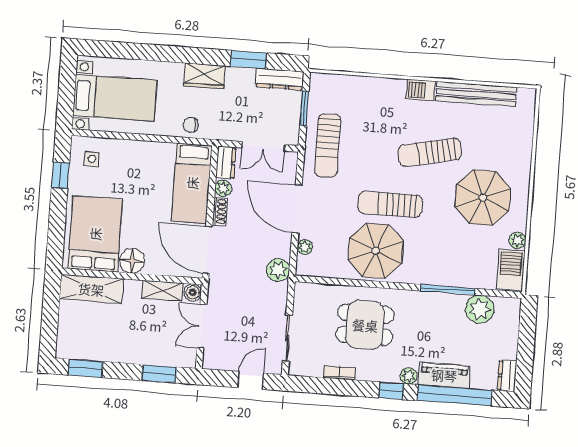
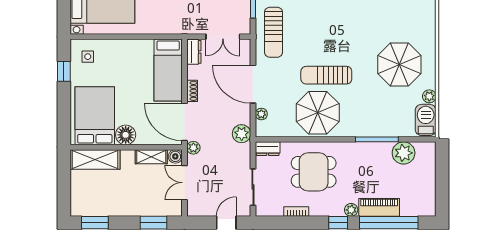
chair: (191, 125) -> (164, 24), removed
sun lounger: (430, 152) -> (355, 32), removed
plant: (223, 188) -> (193, 148), moved
dresser: (507, 376) -> (268, 149), moved, turned -90

